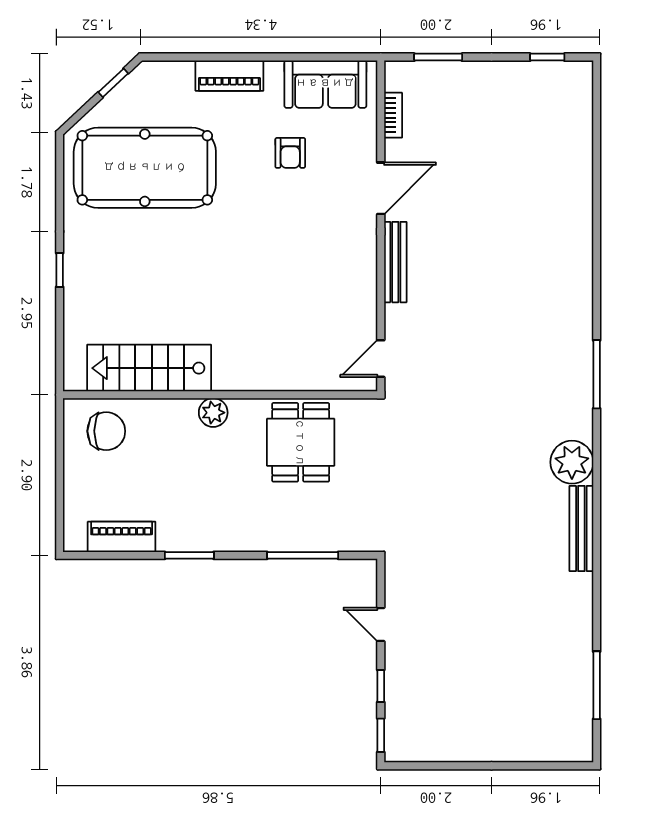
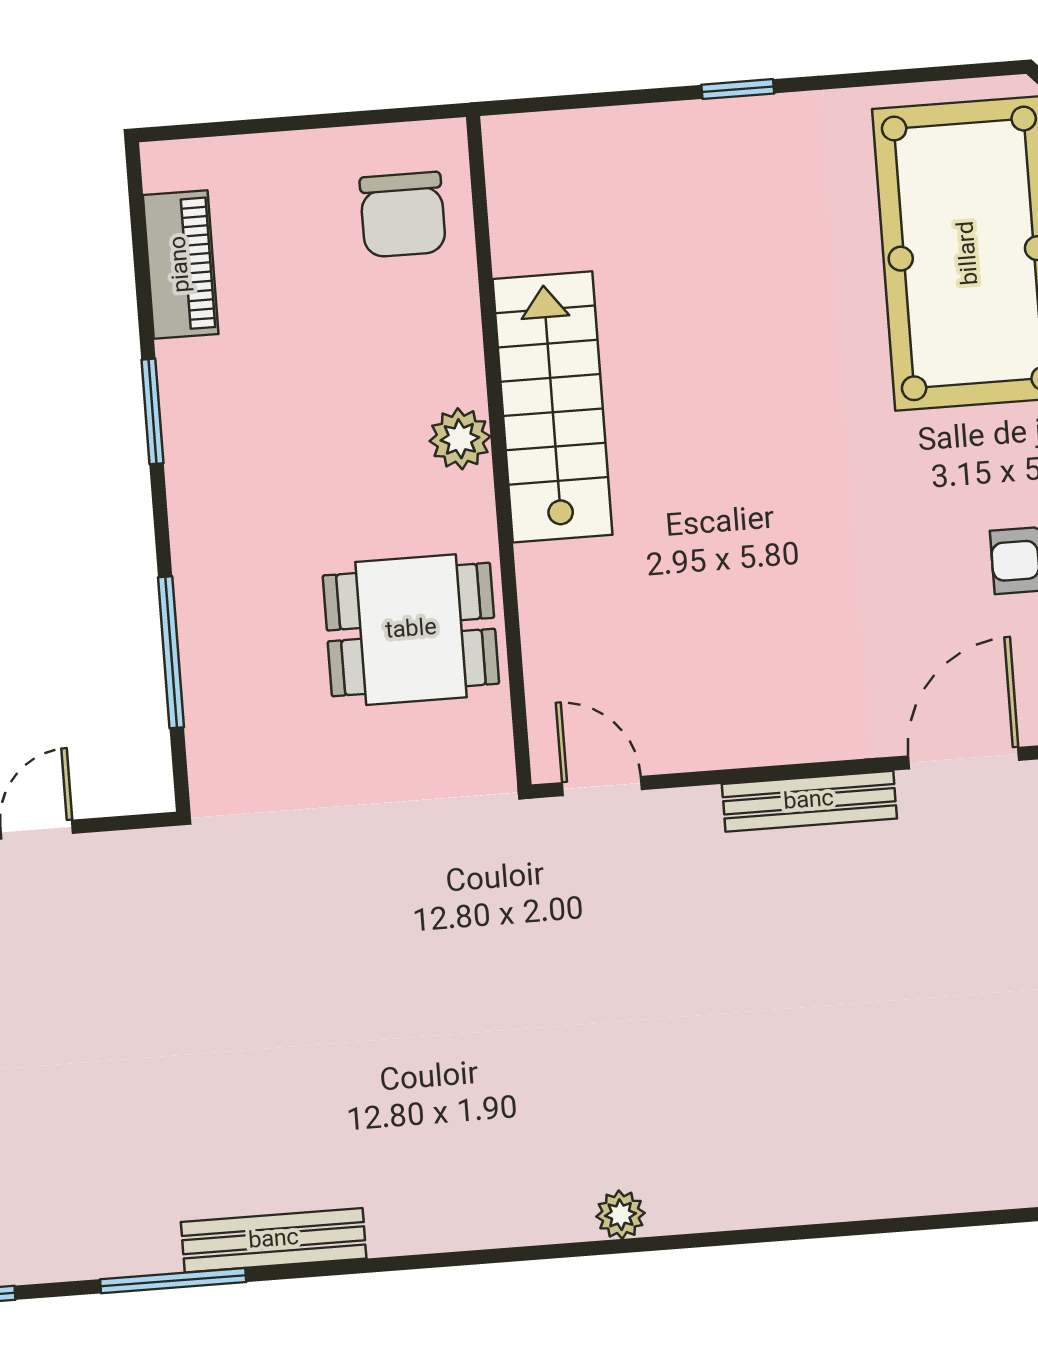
door: (381, 188) -> (964, 758), swing flipped
stairs: (149, 368) -> (552, 407), moved
window: (597, 374) -> (173, 1281), moved
plant: (572, 462) -> (620, 1215), moved, width x0.53, depth x0.53

